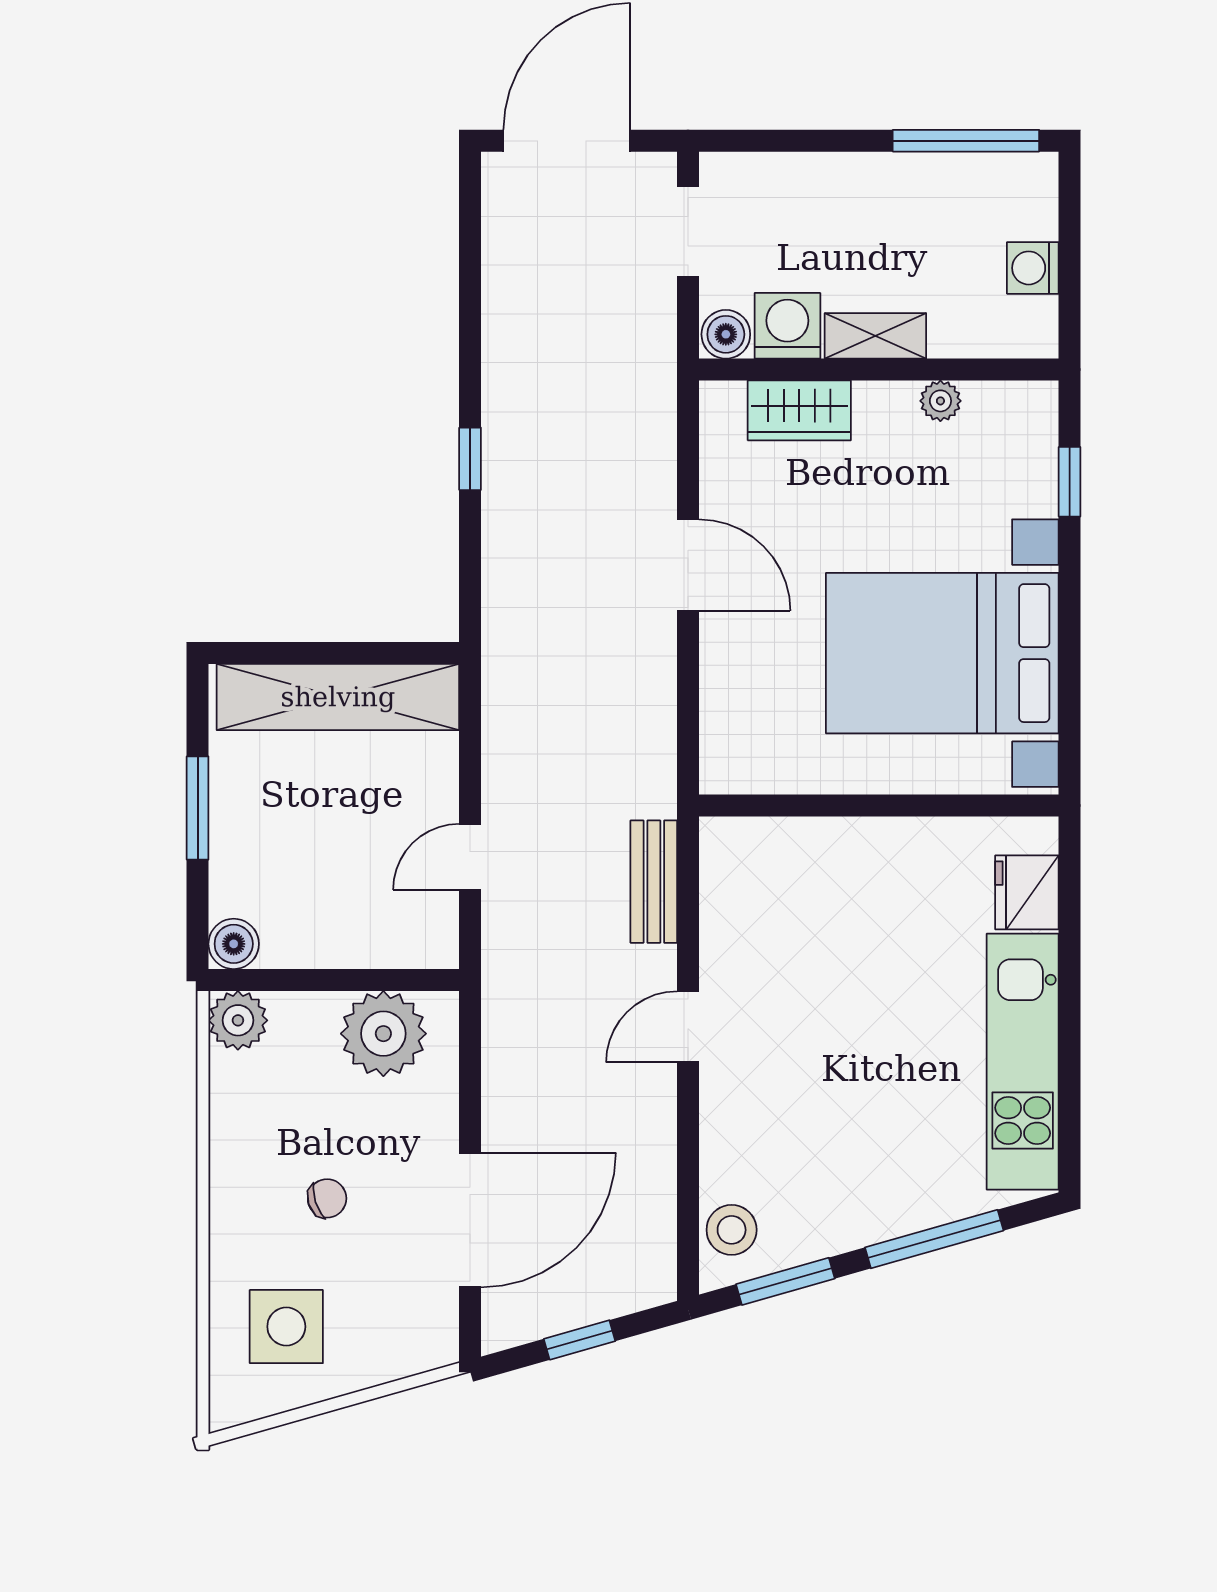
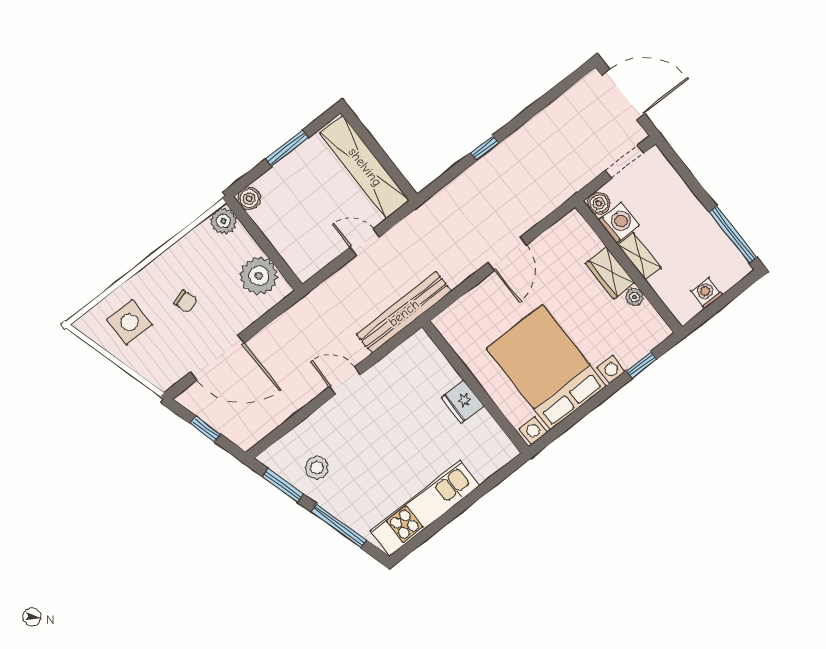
wardrobe: (799, 410) -> (610, 273), moved
door: (470, 857) -> (365, 242), moved
bench: (654, 882) -> (404, 313), width x1.86, depth x1.21
fridge: (1027, 892) -> (463, 402), moved, turned -90
stool: (732, 1230) -> (317, 467), moved

